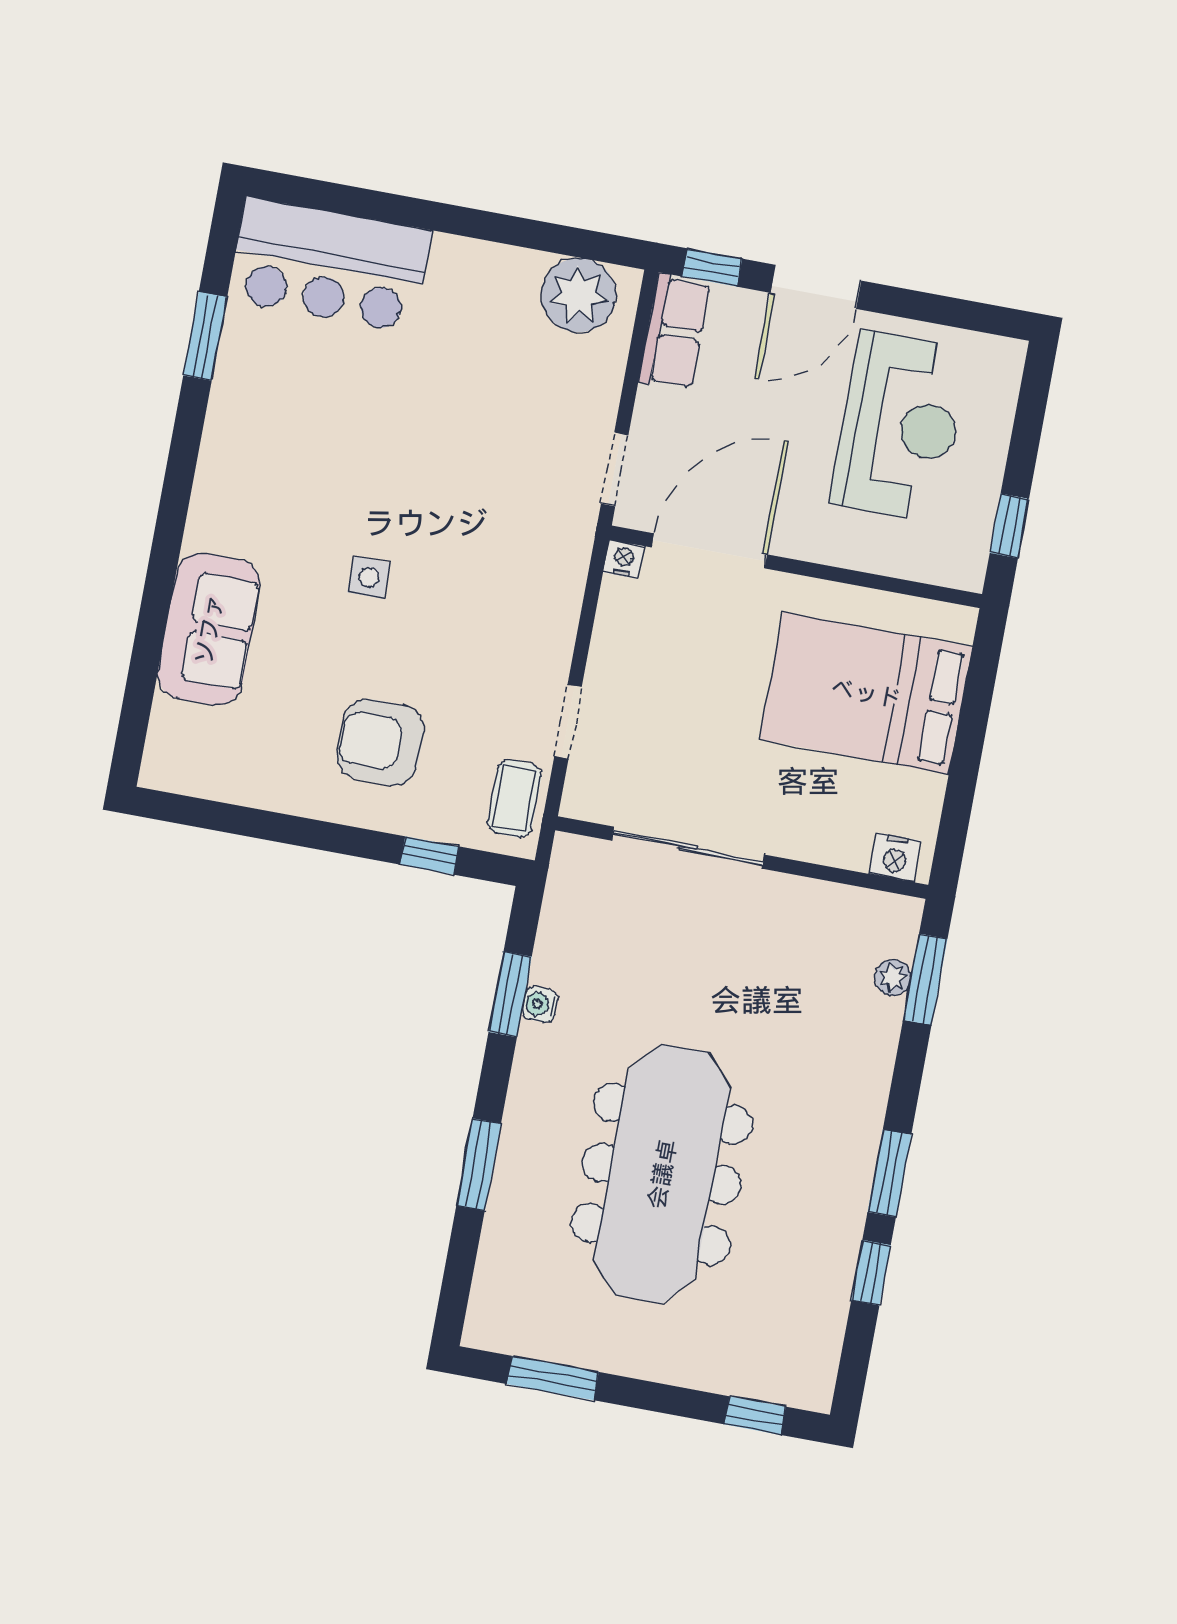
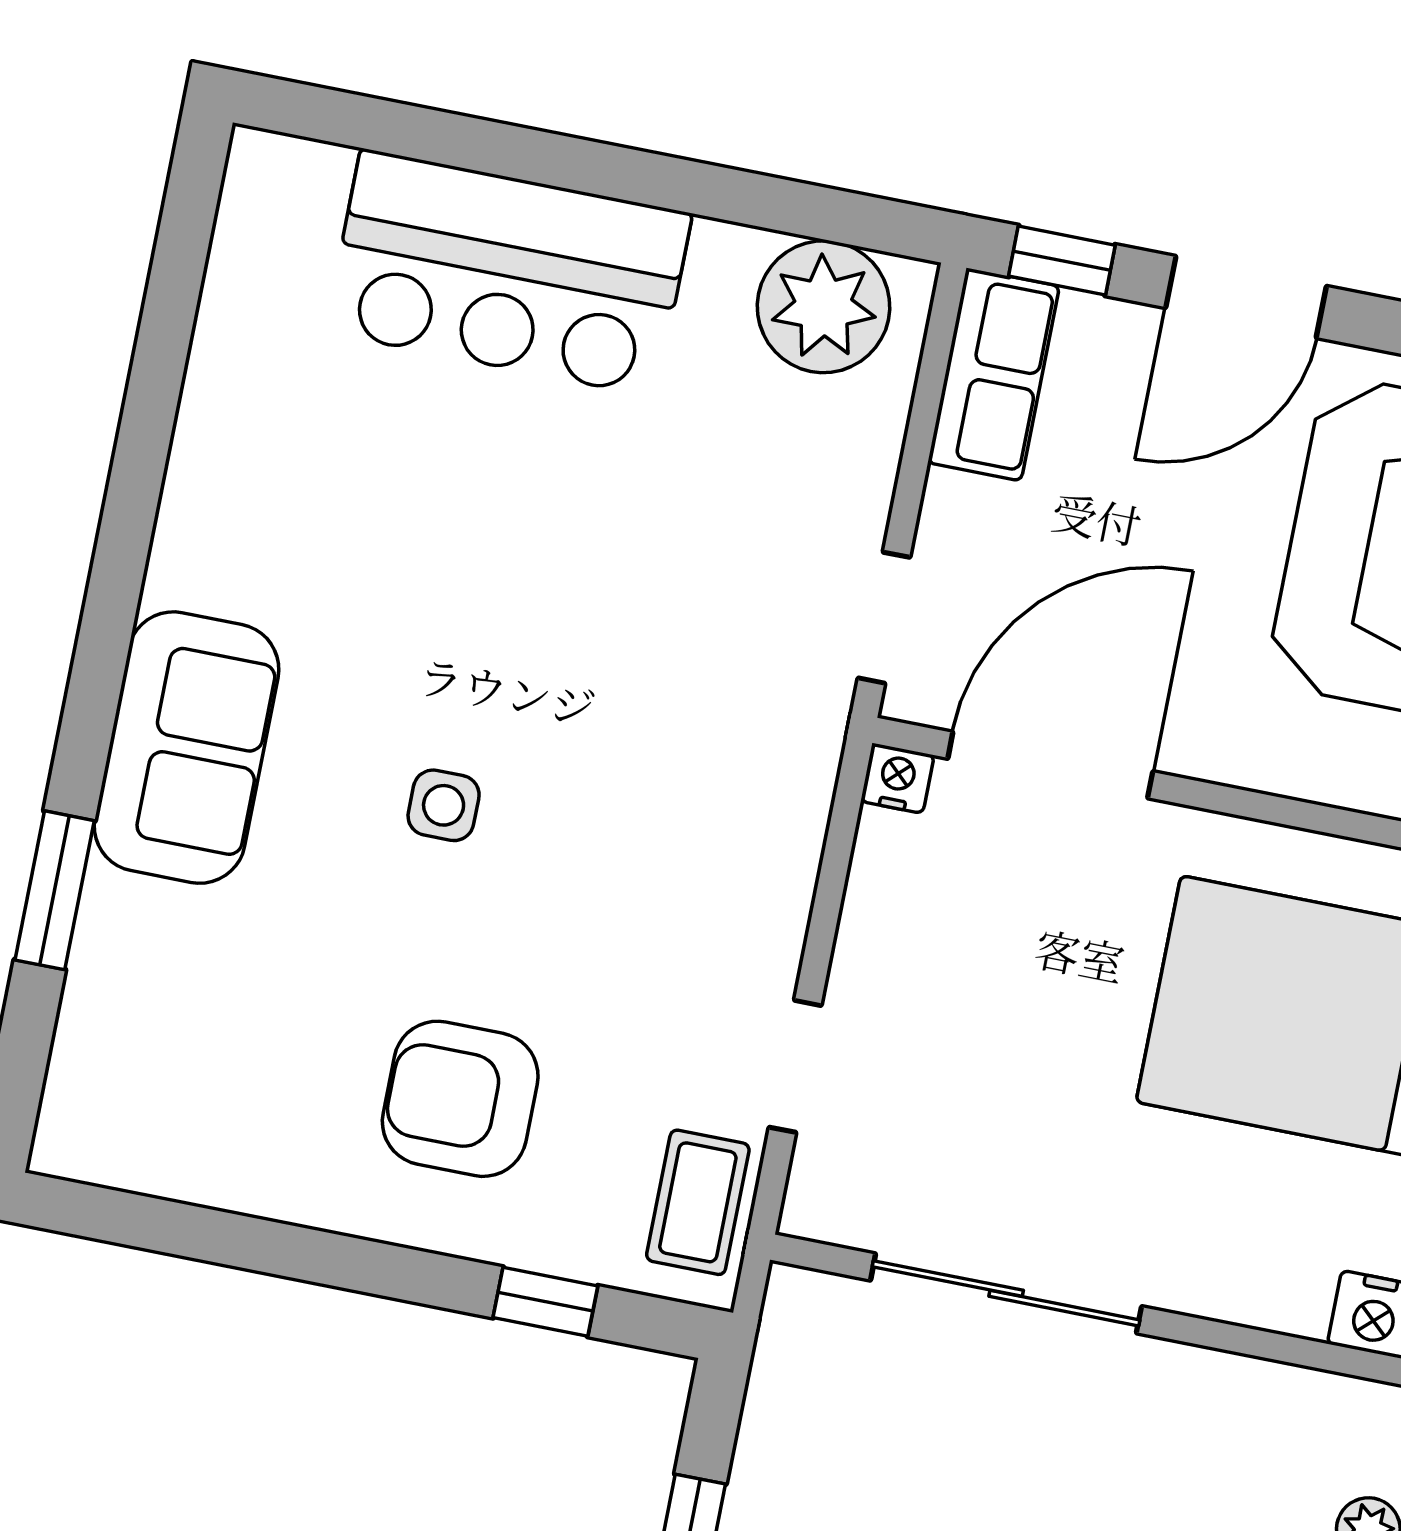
bar counter: (330, 265) -> (508, 273), moved
window: (205, 336) -> (55, 890), moved
sofa: (209, 629) -> (186, 748), moved

